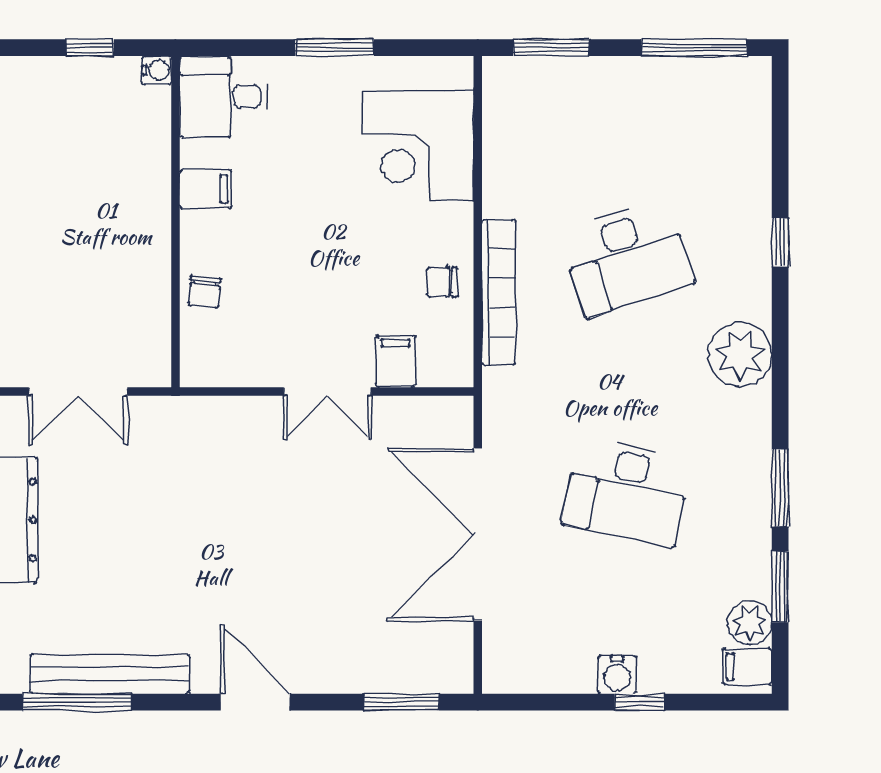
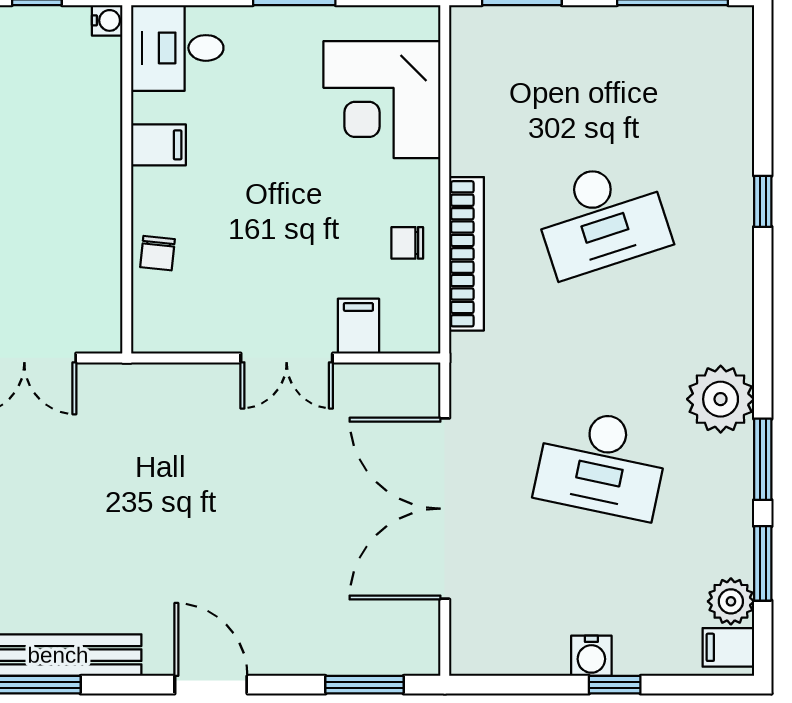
plant: (740, 355) -> (721, 399), moved

